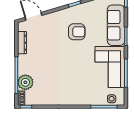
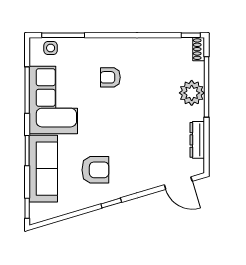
armchair: (77, 32) -> (95, 170), moved, turned 180
armchair: (75, 81) -> (110, 77), added
plant: (25, 82) -> (192, 93), moved

